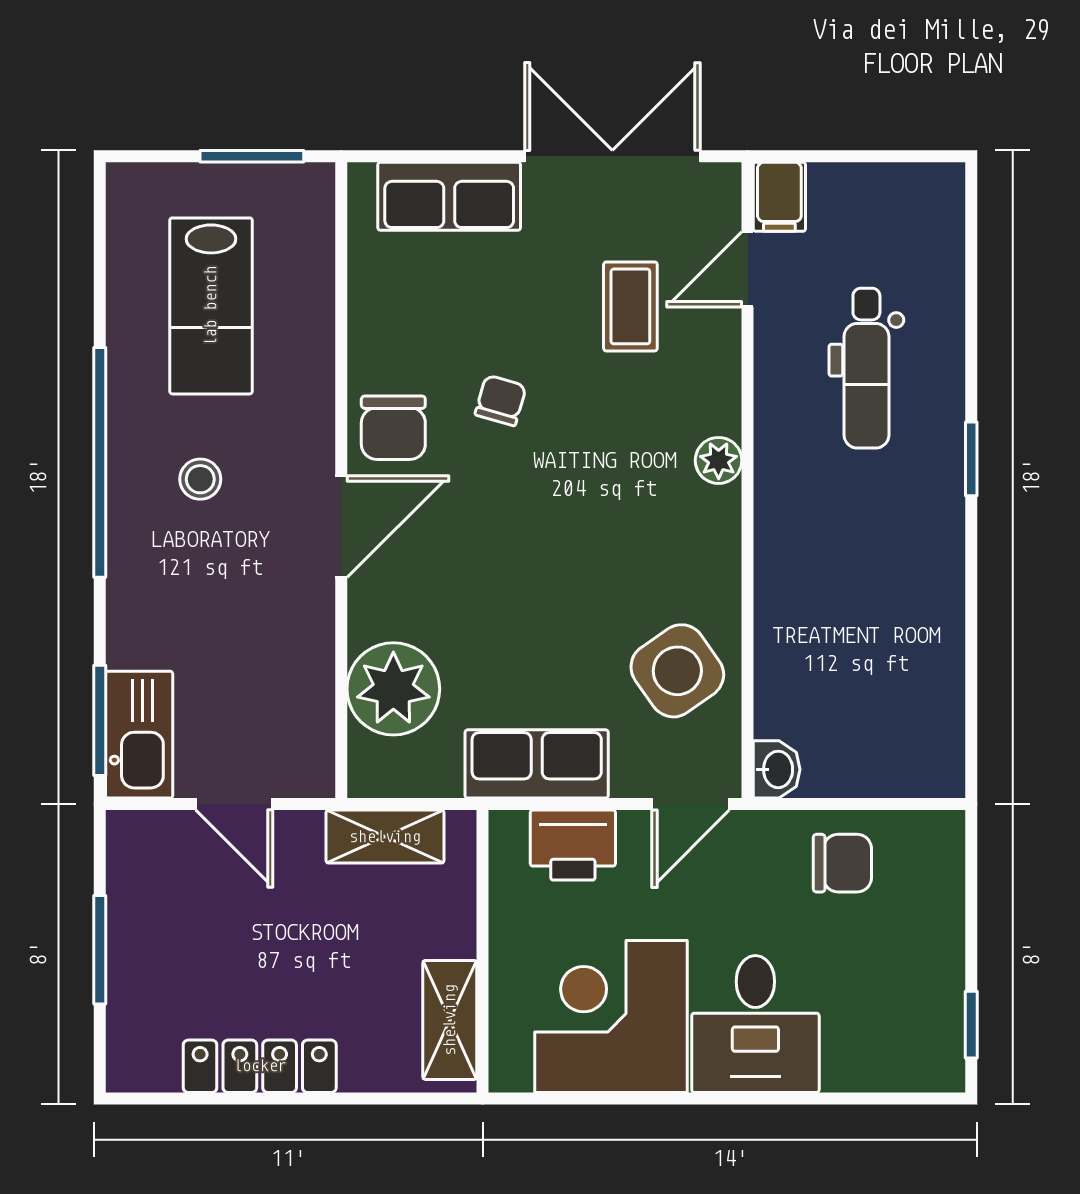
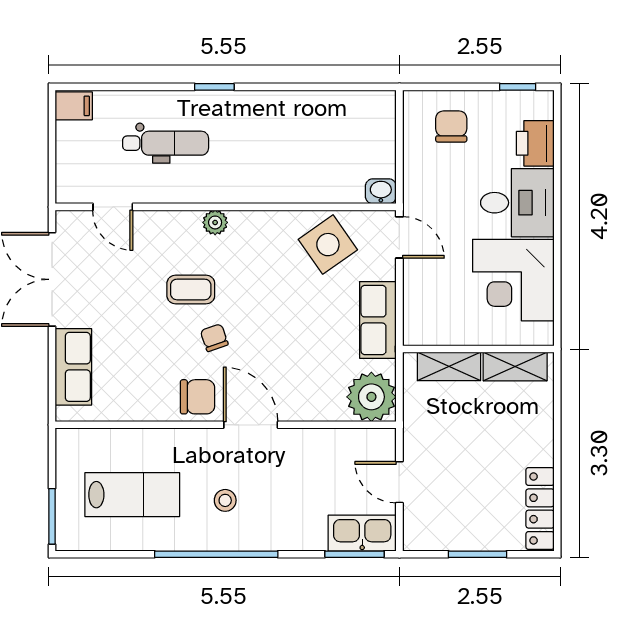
window: (252, 156) -> (52, 516), moved
filing cabinet: (779, 197) -> (74, 106), moved
coffee table: (630, 306) -> (191, 289), moved
chair: (501, 400) -> (214, 338), moved, turned 55
plant: (393, 689) -> (371, 397), moved
door: (234, 804) -> (399, 482), swing flipped
shelving: (385, 837) -> (449, 366), moved, turned 90
printer: (573, 845) -> (535, 143), moved, turned 180
chair: (842, 863) -> (451, 126), moved
locker: (260, 1066) -> (540, 508), moved

